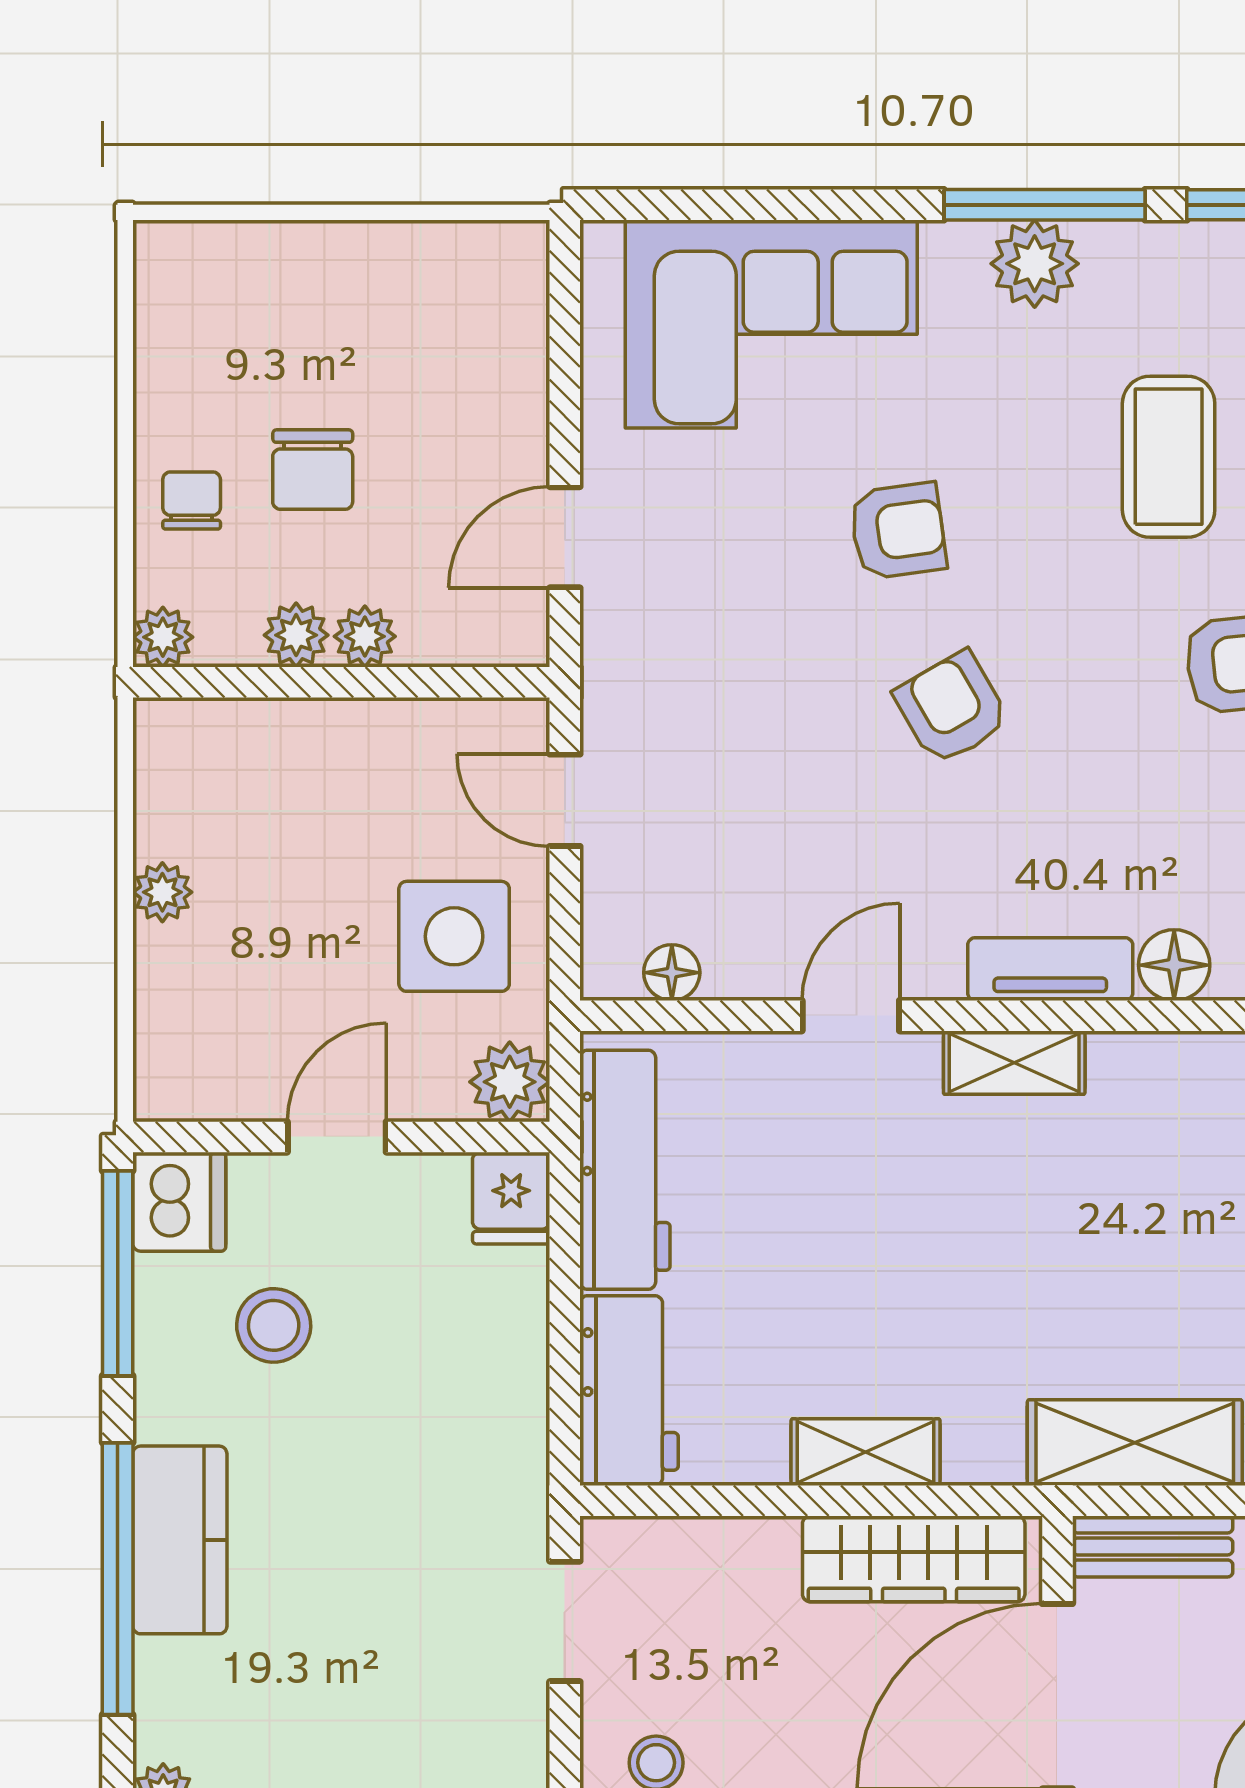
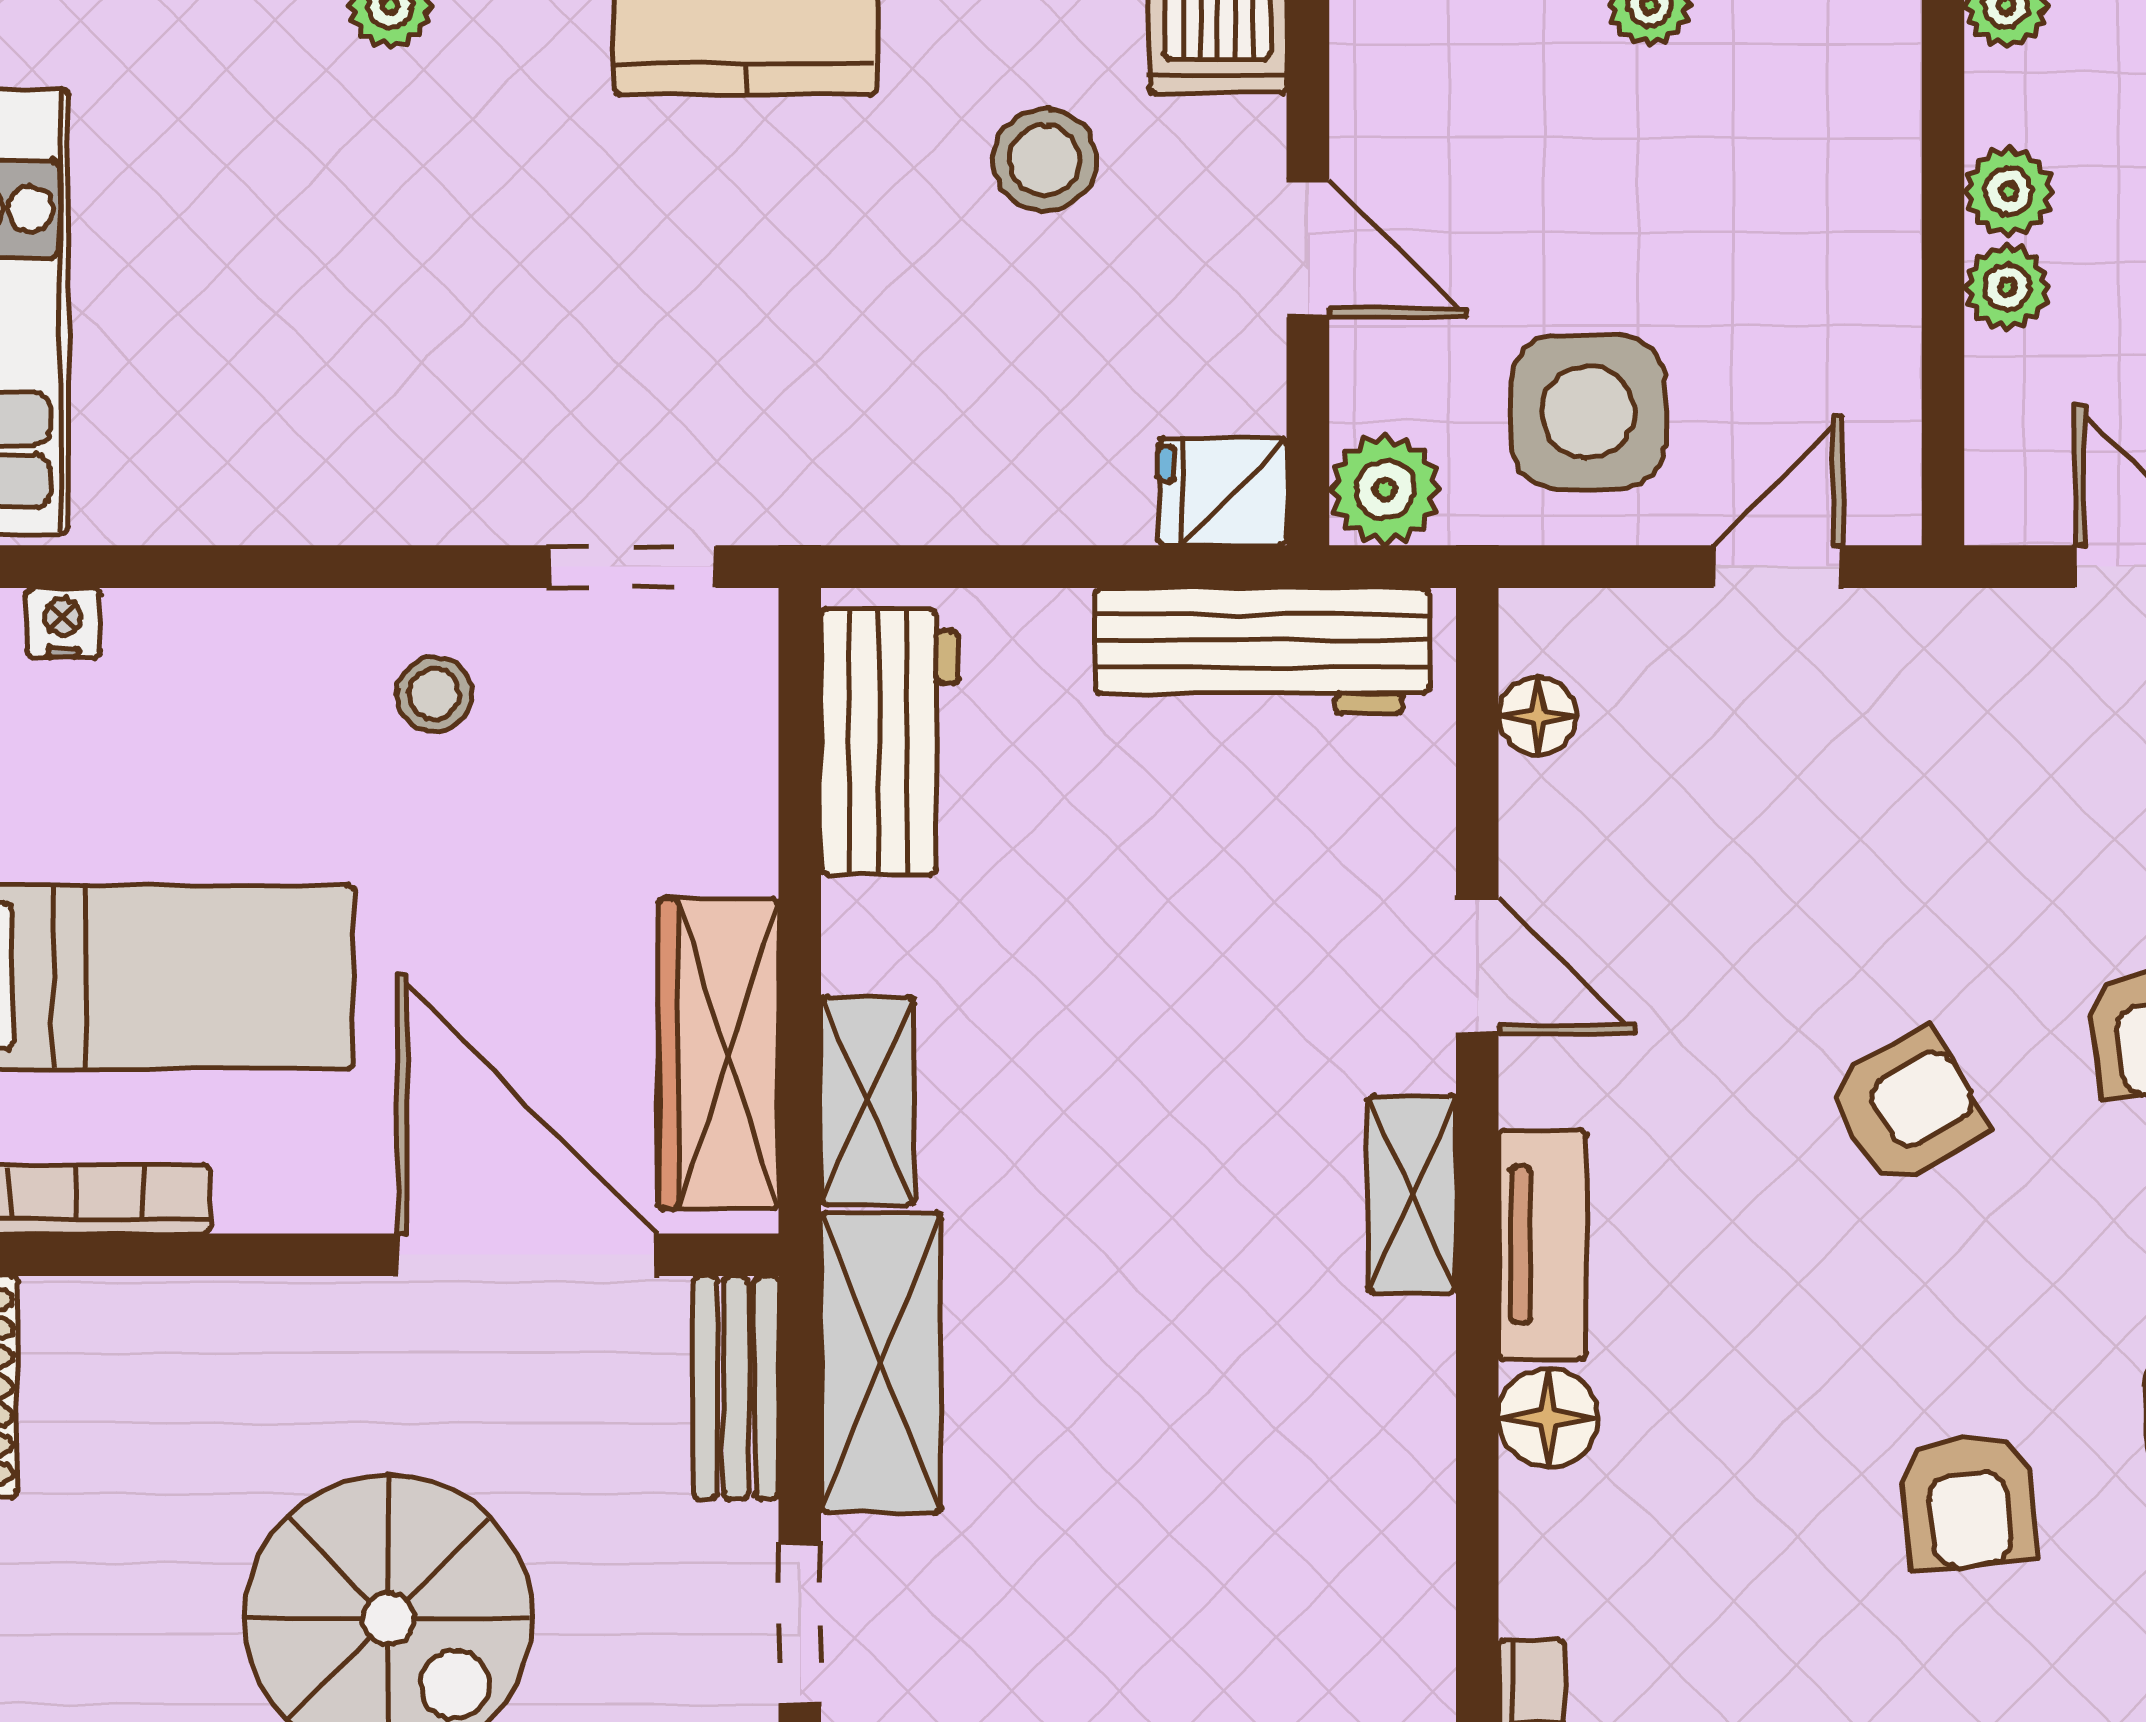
workbench: (629, 1391) -> (890, 742), moved, turned -90
shelving: (866, 1452) -> (868, 1100), moved

